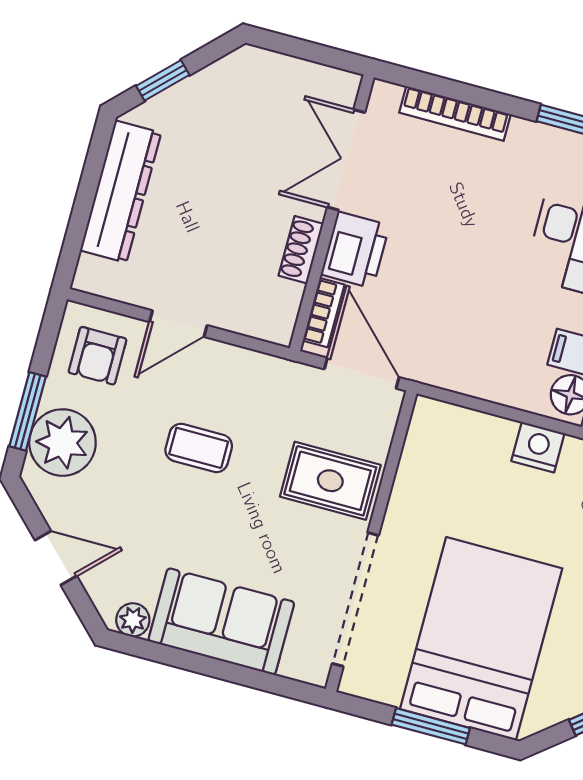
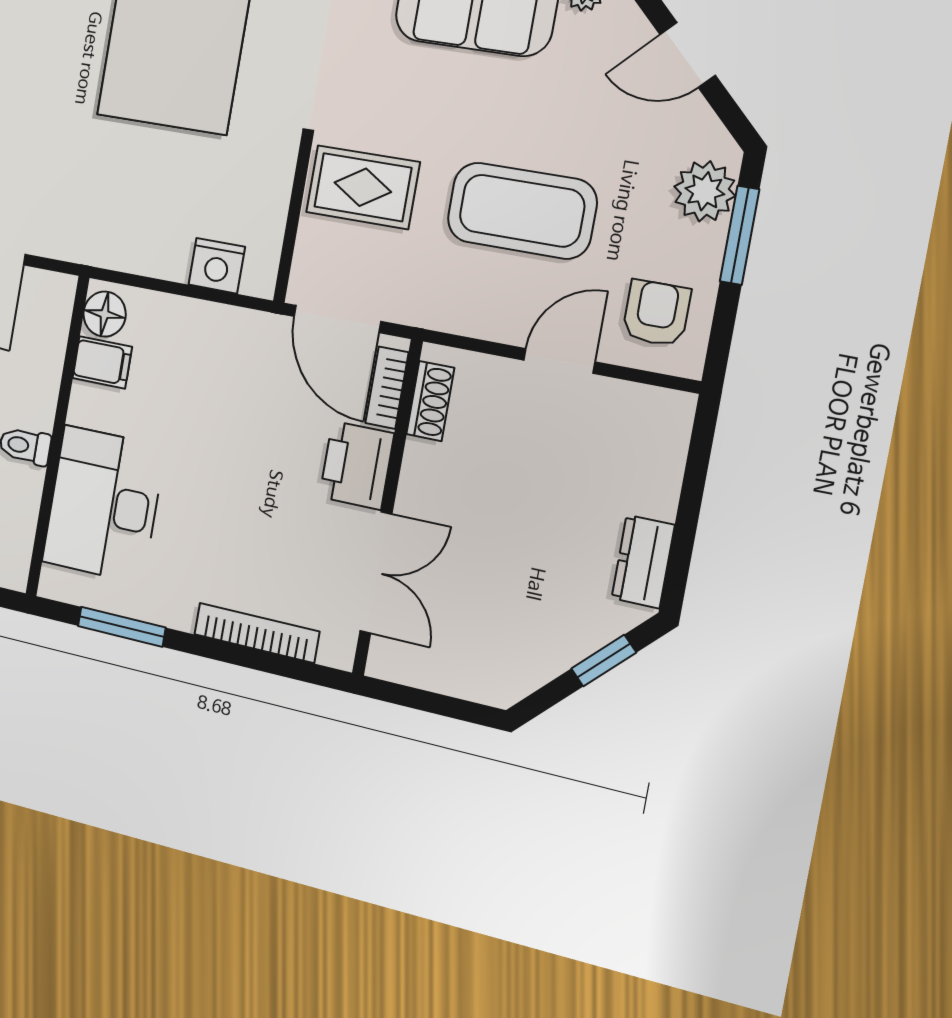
dresser: (121, 192) -> (643, 562), width x0.51, depth x0.80
shoe rack: (301, 250) -> (430, 401), moved
plant: (62, 443) -> (705, 191), width x0.73, depth x0.73
nightstand: (538, 447) -> (217, 266), moved
coffee table: (199, 448) -> (522, 211), width x1.86, depth x1.72

